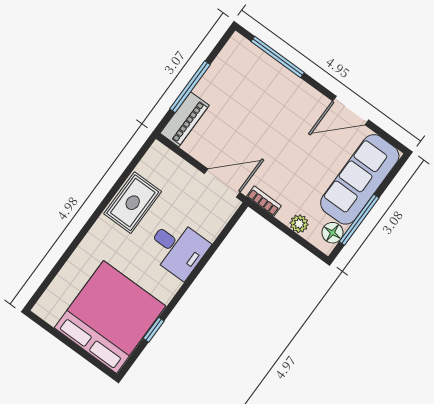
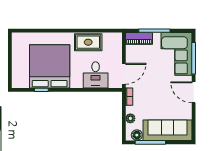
corner sofa: (251, 79) -> (176, 54), added
door: (351, 110) -> (194, 92), moved
door: (222, 183) -> (124, 74), hinge flipped
desk: (178, 248) -> (96, 75), moved
bed: (110, 317) -> (50, 66), moved, turned -90

